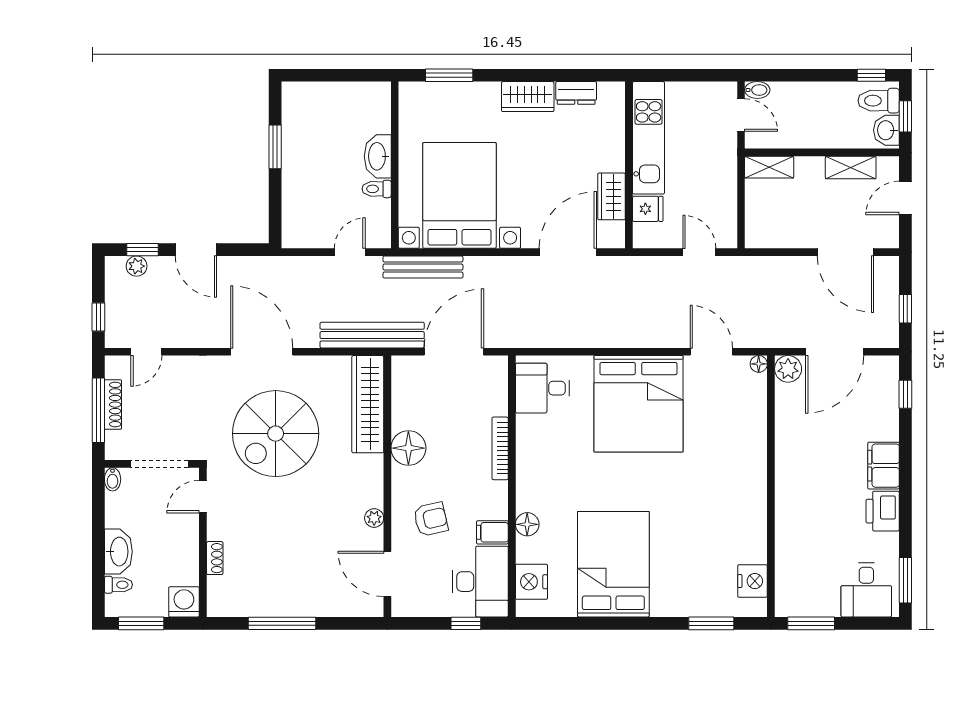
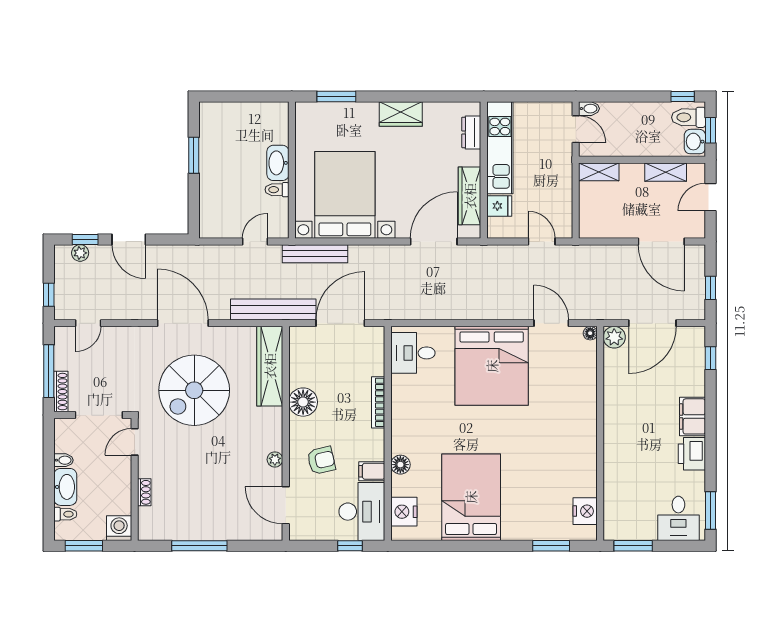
dresser: (576, 93) -> (471, 132), moved, turned 90
wardrobe: (612, 196) -> (470, 196), width x1.50
shoe rack: (113, 405) -> (61, 392), moved
bidet: (113, 479) -> (64, 460), moved, turned -90

